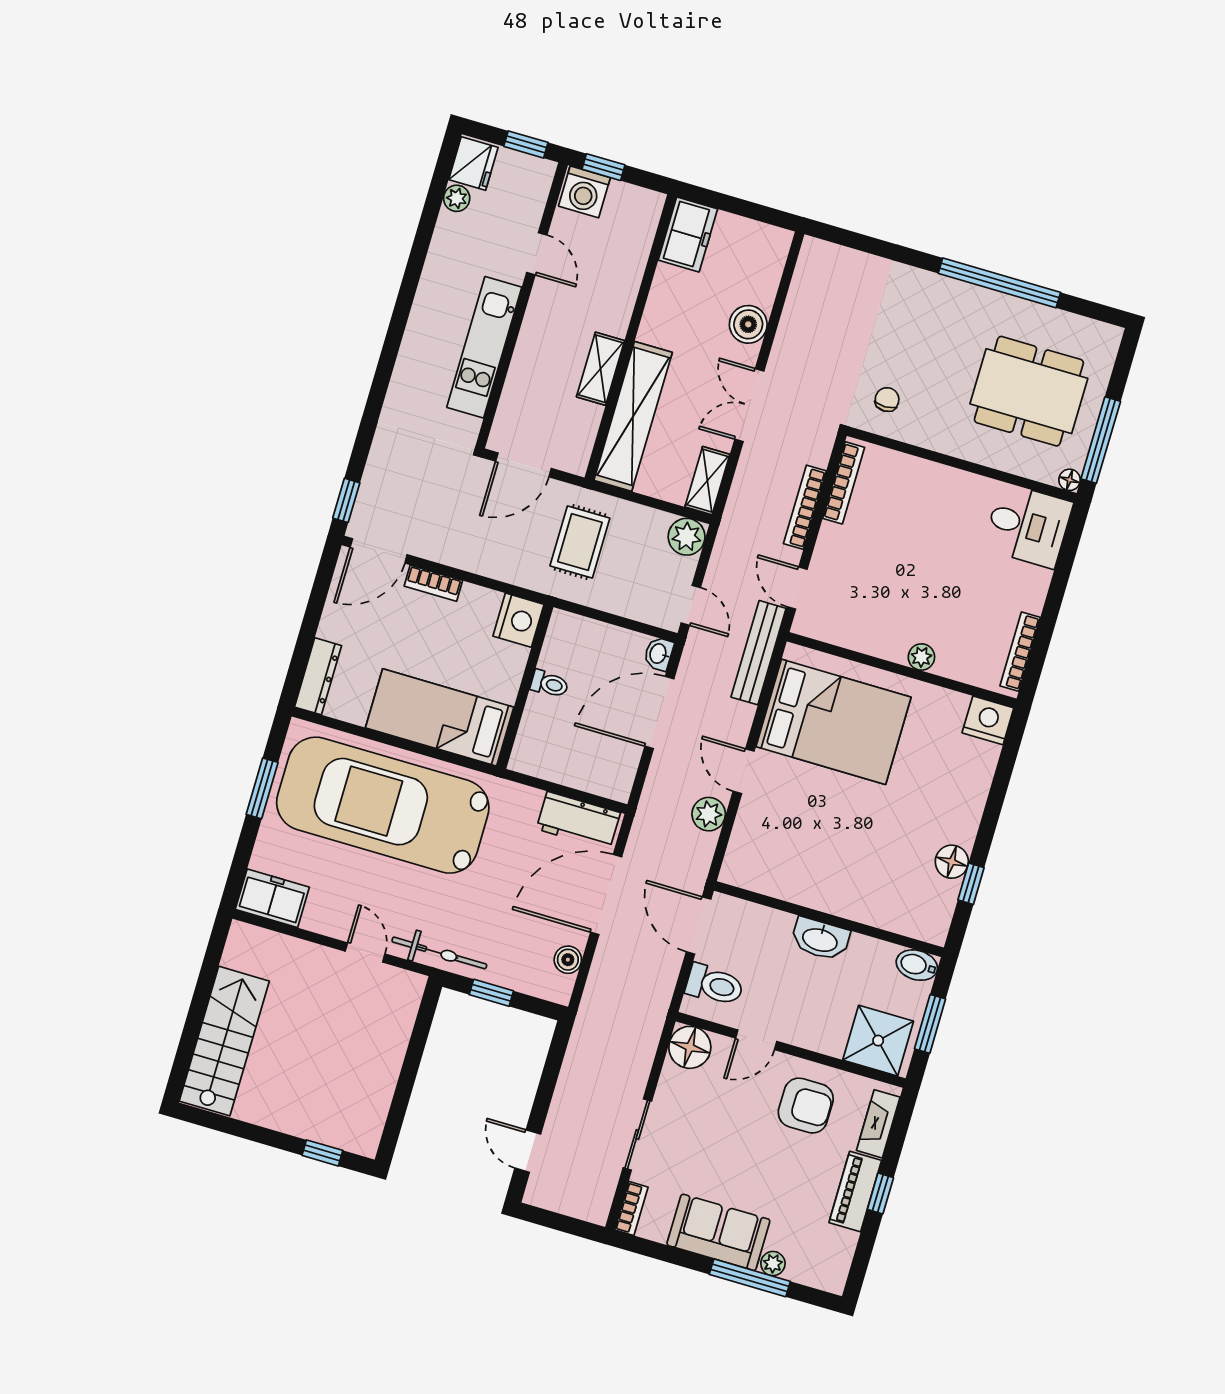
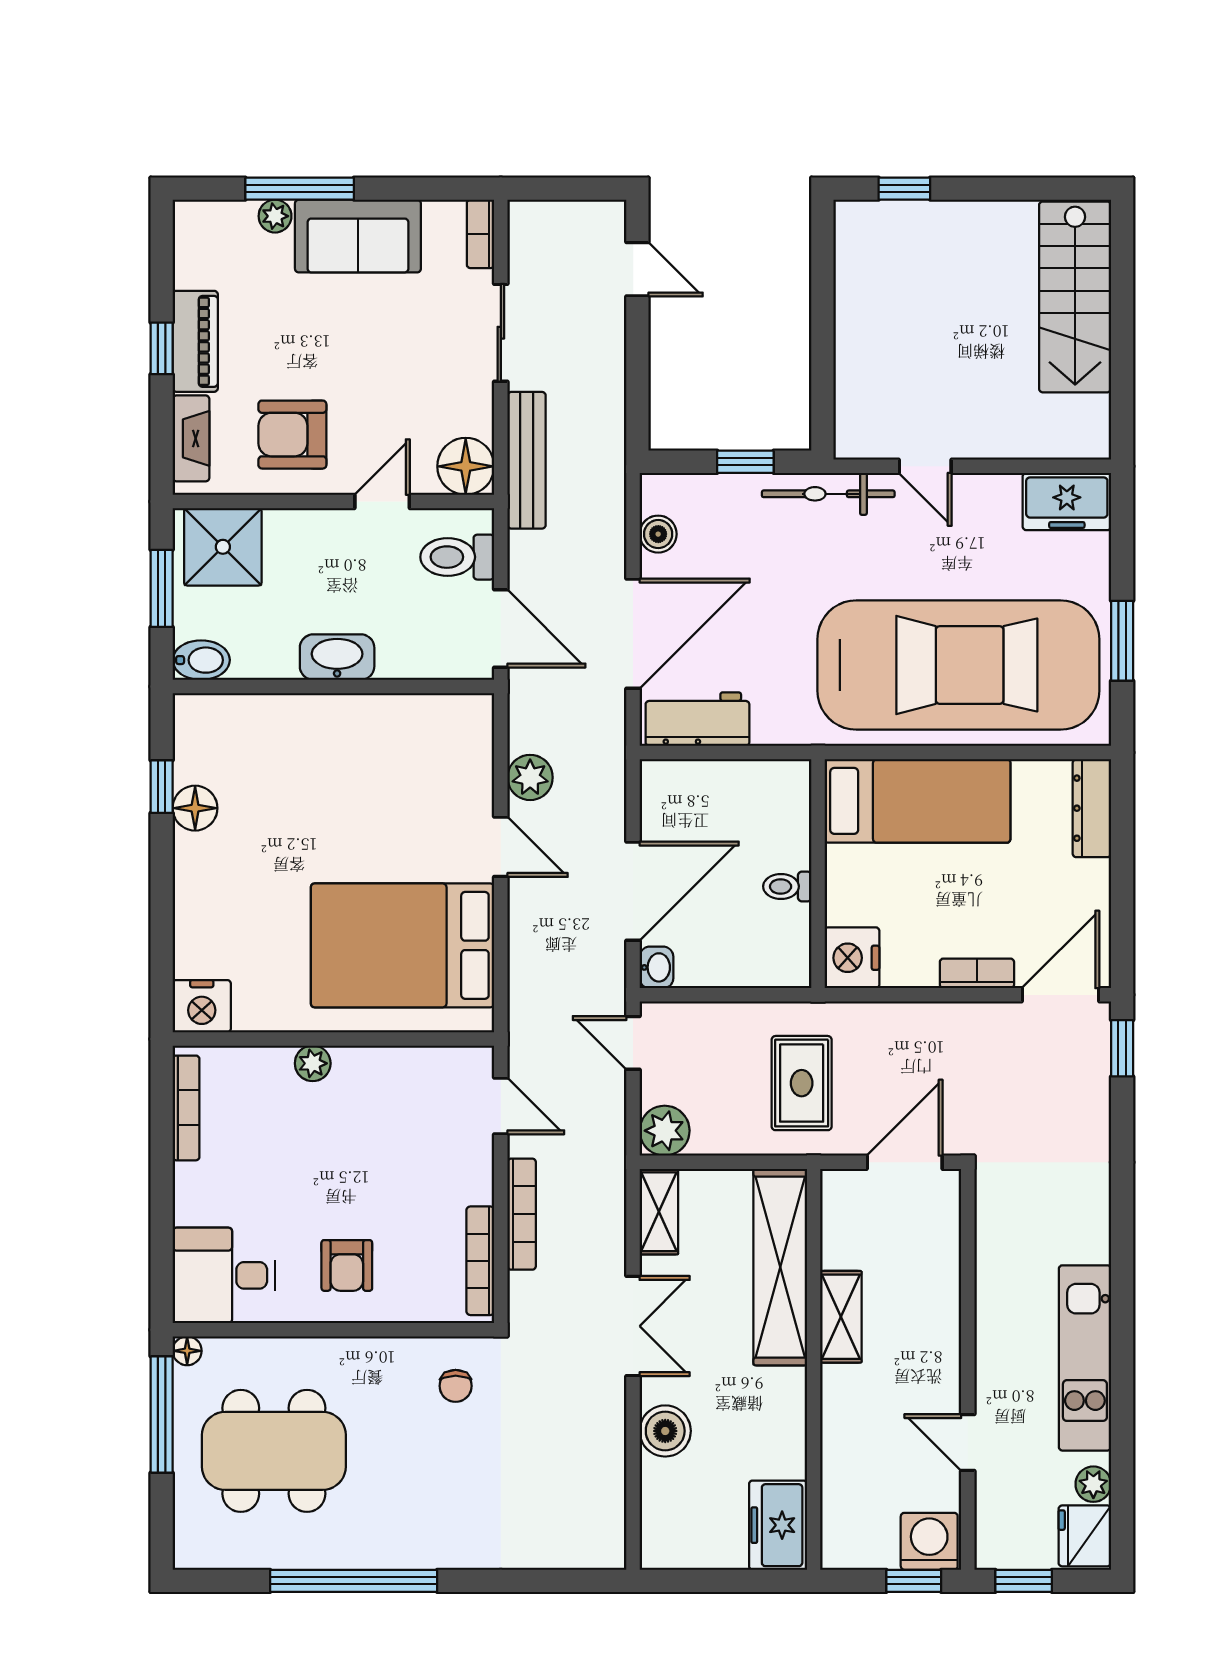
kitchen unit: (484, 347) -> (1085, 1358), moved, turned 180
armchair: (939, 507) -> (347, 1265), added
bench: (759, 653) -> (527, 460), moved

